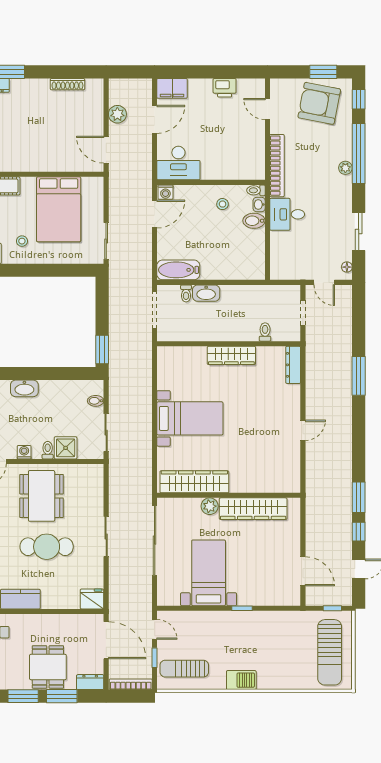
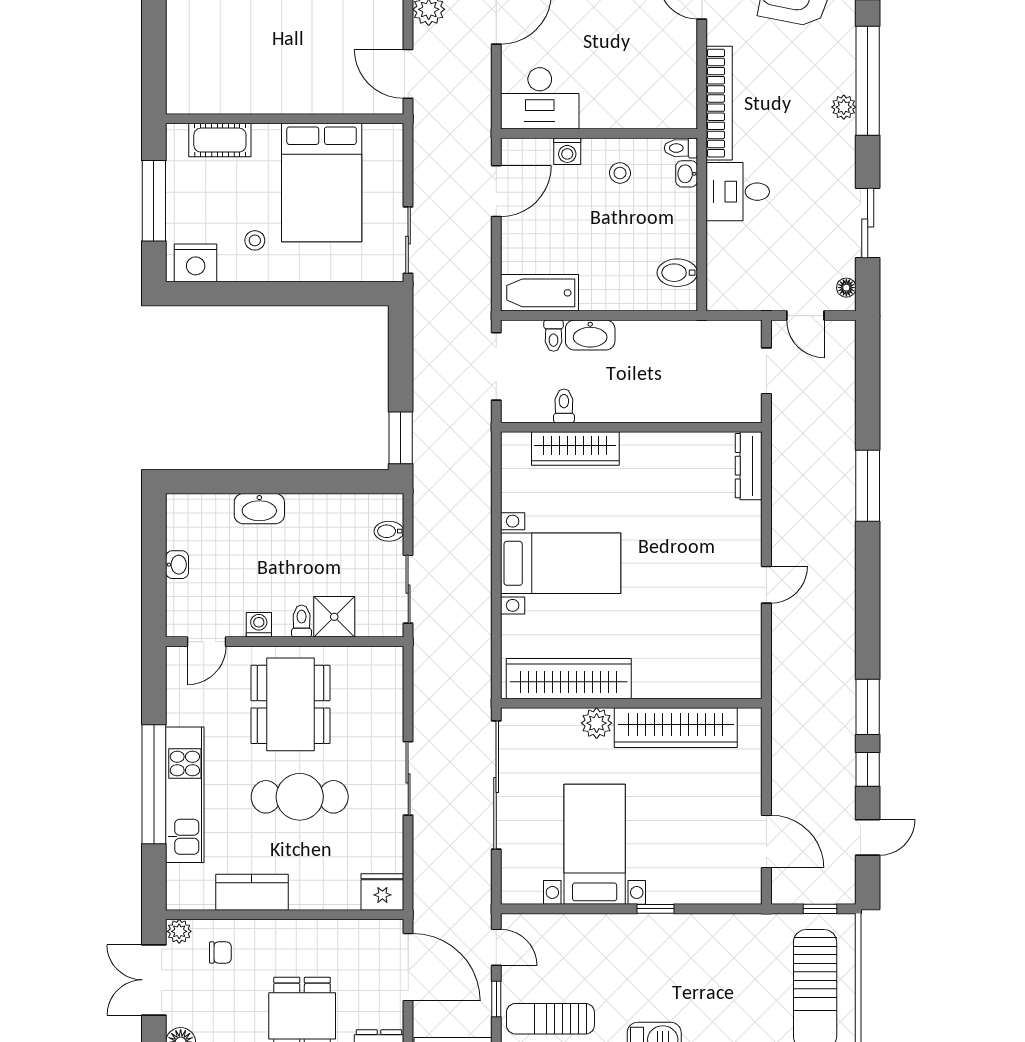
washing machine: (165, 192) -> (567, 151), moved
bidet: (254, 221) -> (677, 273), moved
toilet: (265, 332) -> (564, 406), moved
wardrobe: (231, 355) -> (575, 449), moved

